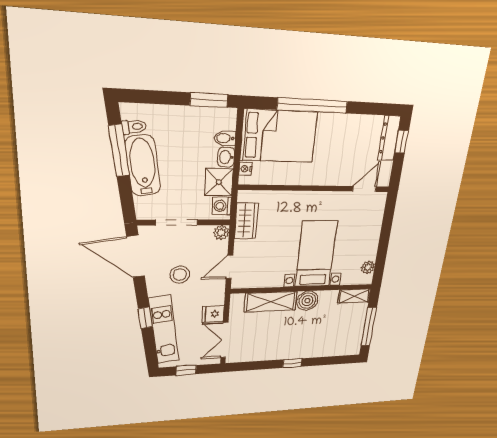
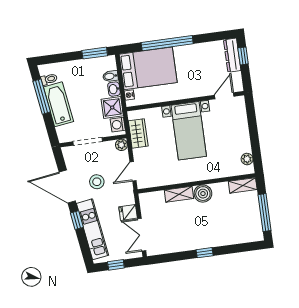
bed with nightstands: (316, 254) -> (189, 131), moved, turned 180
door: (136, 257) -> (67, 187), moved
shelving: (271, 302) -> (179, 194), width x0.67, depth x0.75

